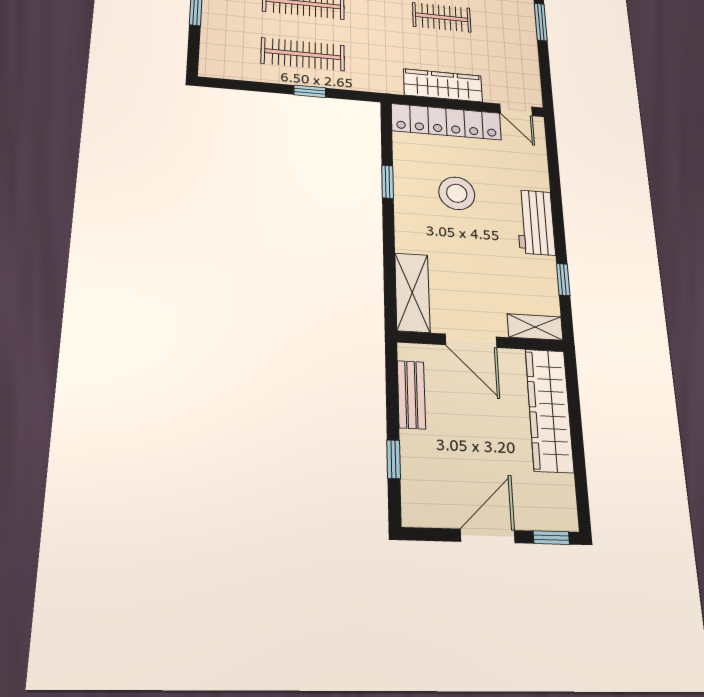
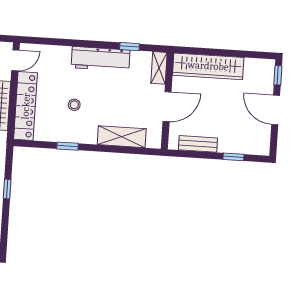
stool: (457, 193) -> (74, 105), width x0.53, depth x0.53
workbench: (535, 222) -> (101, 59), width x1.38
shelving: (412, 292) -> (122, 137), moved

